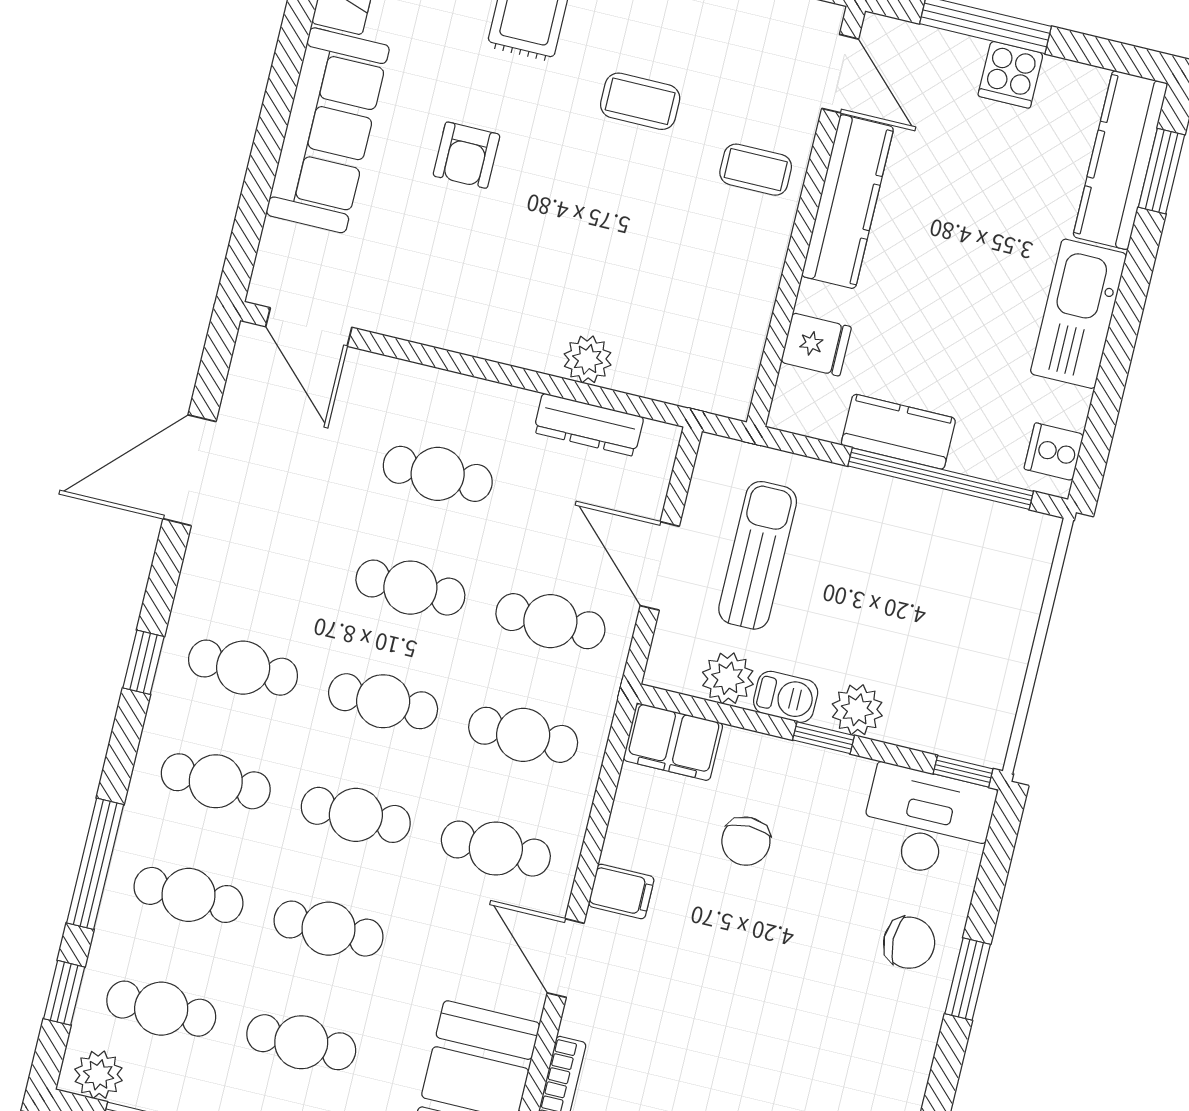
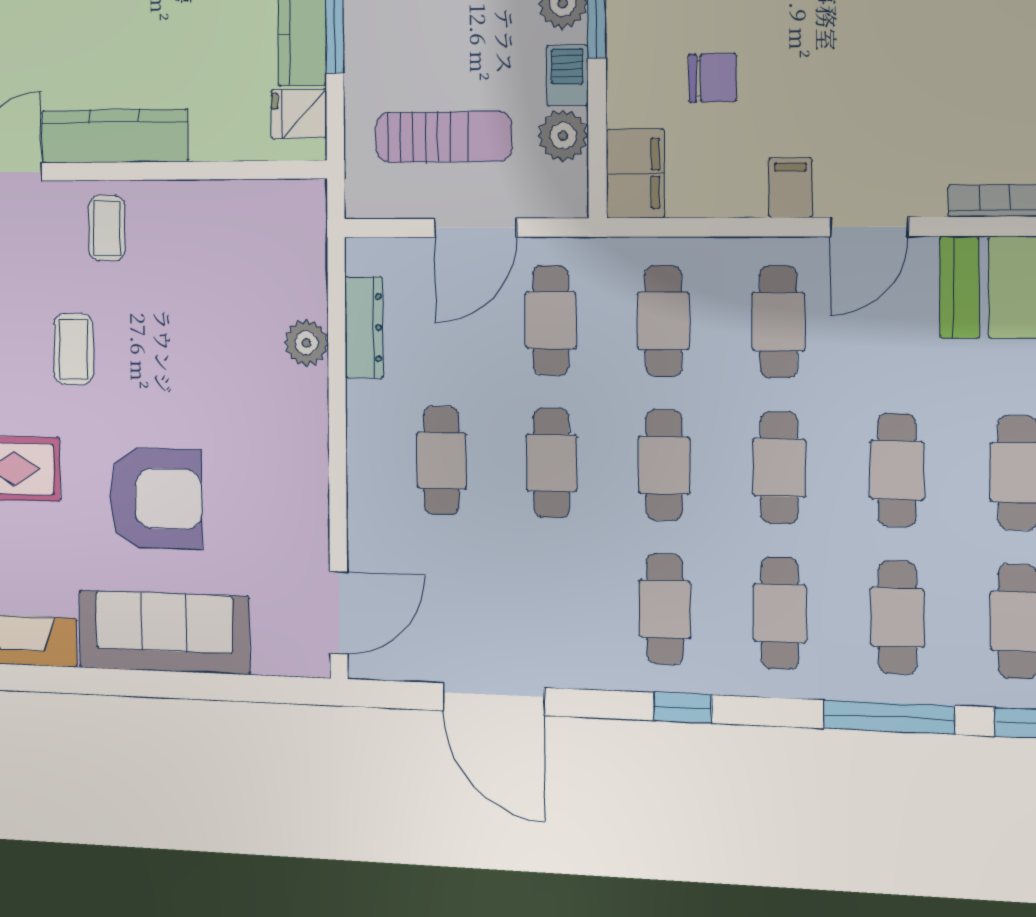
armchair: (466, 155) -> (156, 498), width x1.88, depth x1.88
fridge: (816, 344) -> (299, 114), moved, turned -90
sun lounger: (758, 555) -> (444, 137), turned 180

